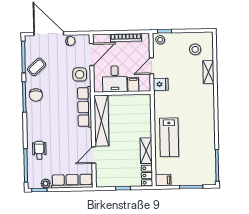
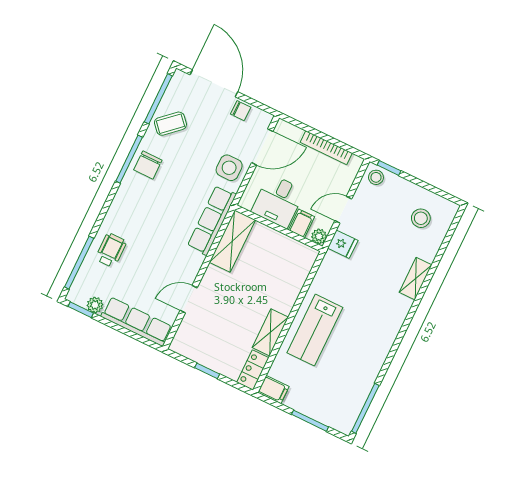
shelving: (208, 72) -> (416, 279), moved
plant: (146, 87) -> (319, 236), added
shelving: (101, 121) -> (232, 241), width x0.68

